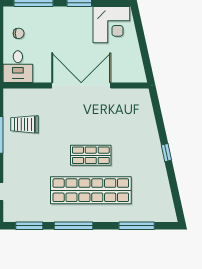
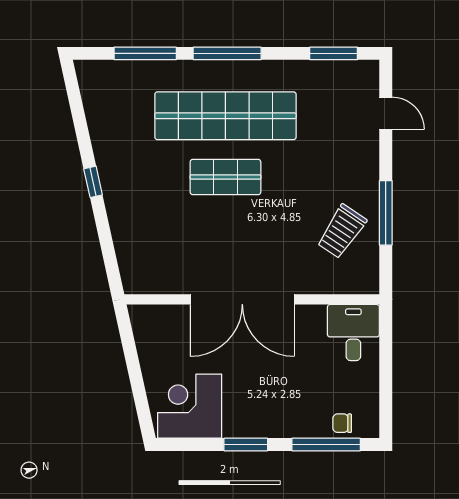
chair: (19, 33) -> (342, 423), moved
trolley: (25, 124) -> (342, 231), turned 124
window: (73, 226) -> (227, 53), moved

